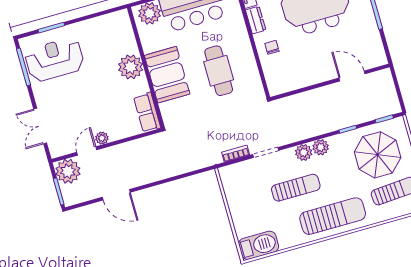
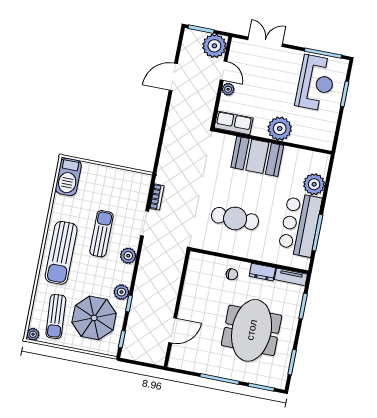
plant: (131, 67) -> (280, 129), moved
wall: (146, 68) -> (273, 141), moved
booth: (167, 75) -> (257, 156), moved
row of seats: (147, 112) -> (234, 123), moved
plant: (321, 147) -> (121, 292), moved
sun lounger: (296, 188) -> (101, 234), turned 180

